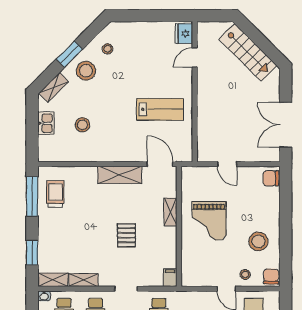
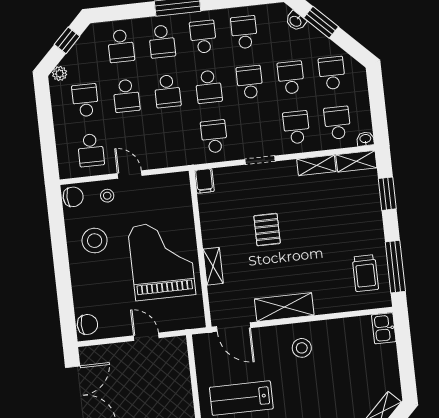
kitchen sink: (46, 123) -> (384, 328), moved
stool: (83, 125) -> (302, 348), moved
grand piano: (209, 221) -> (162, 260), width x1.37, depth x1.48
chair: (271, 276) -> (73, 197), turned -91

